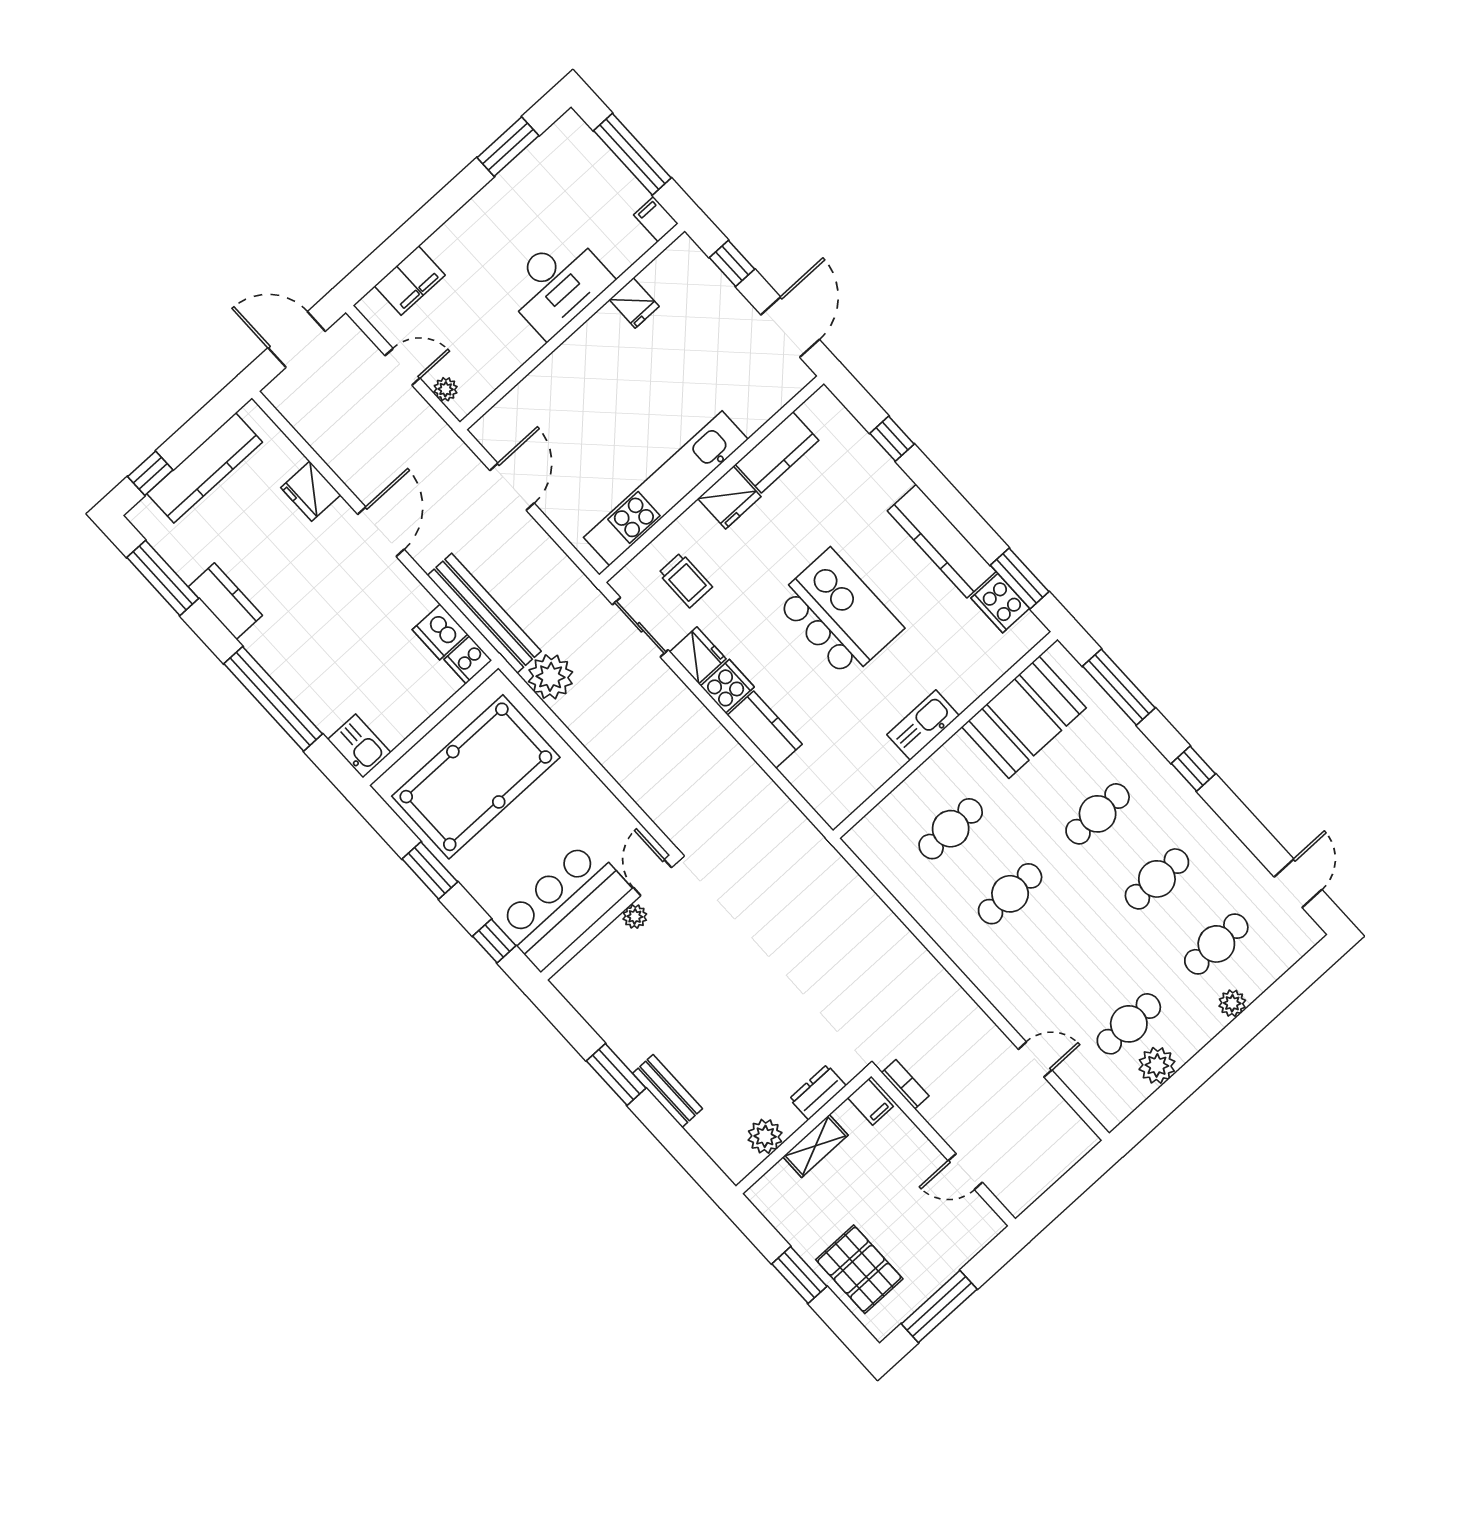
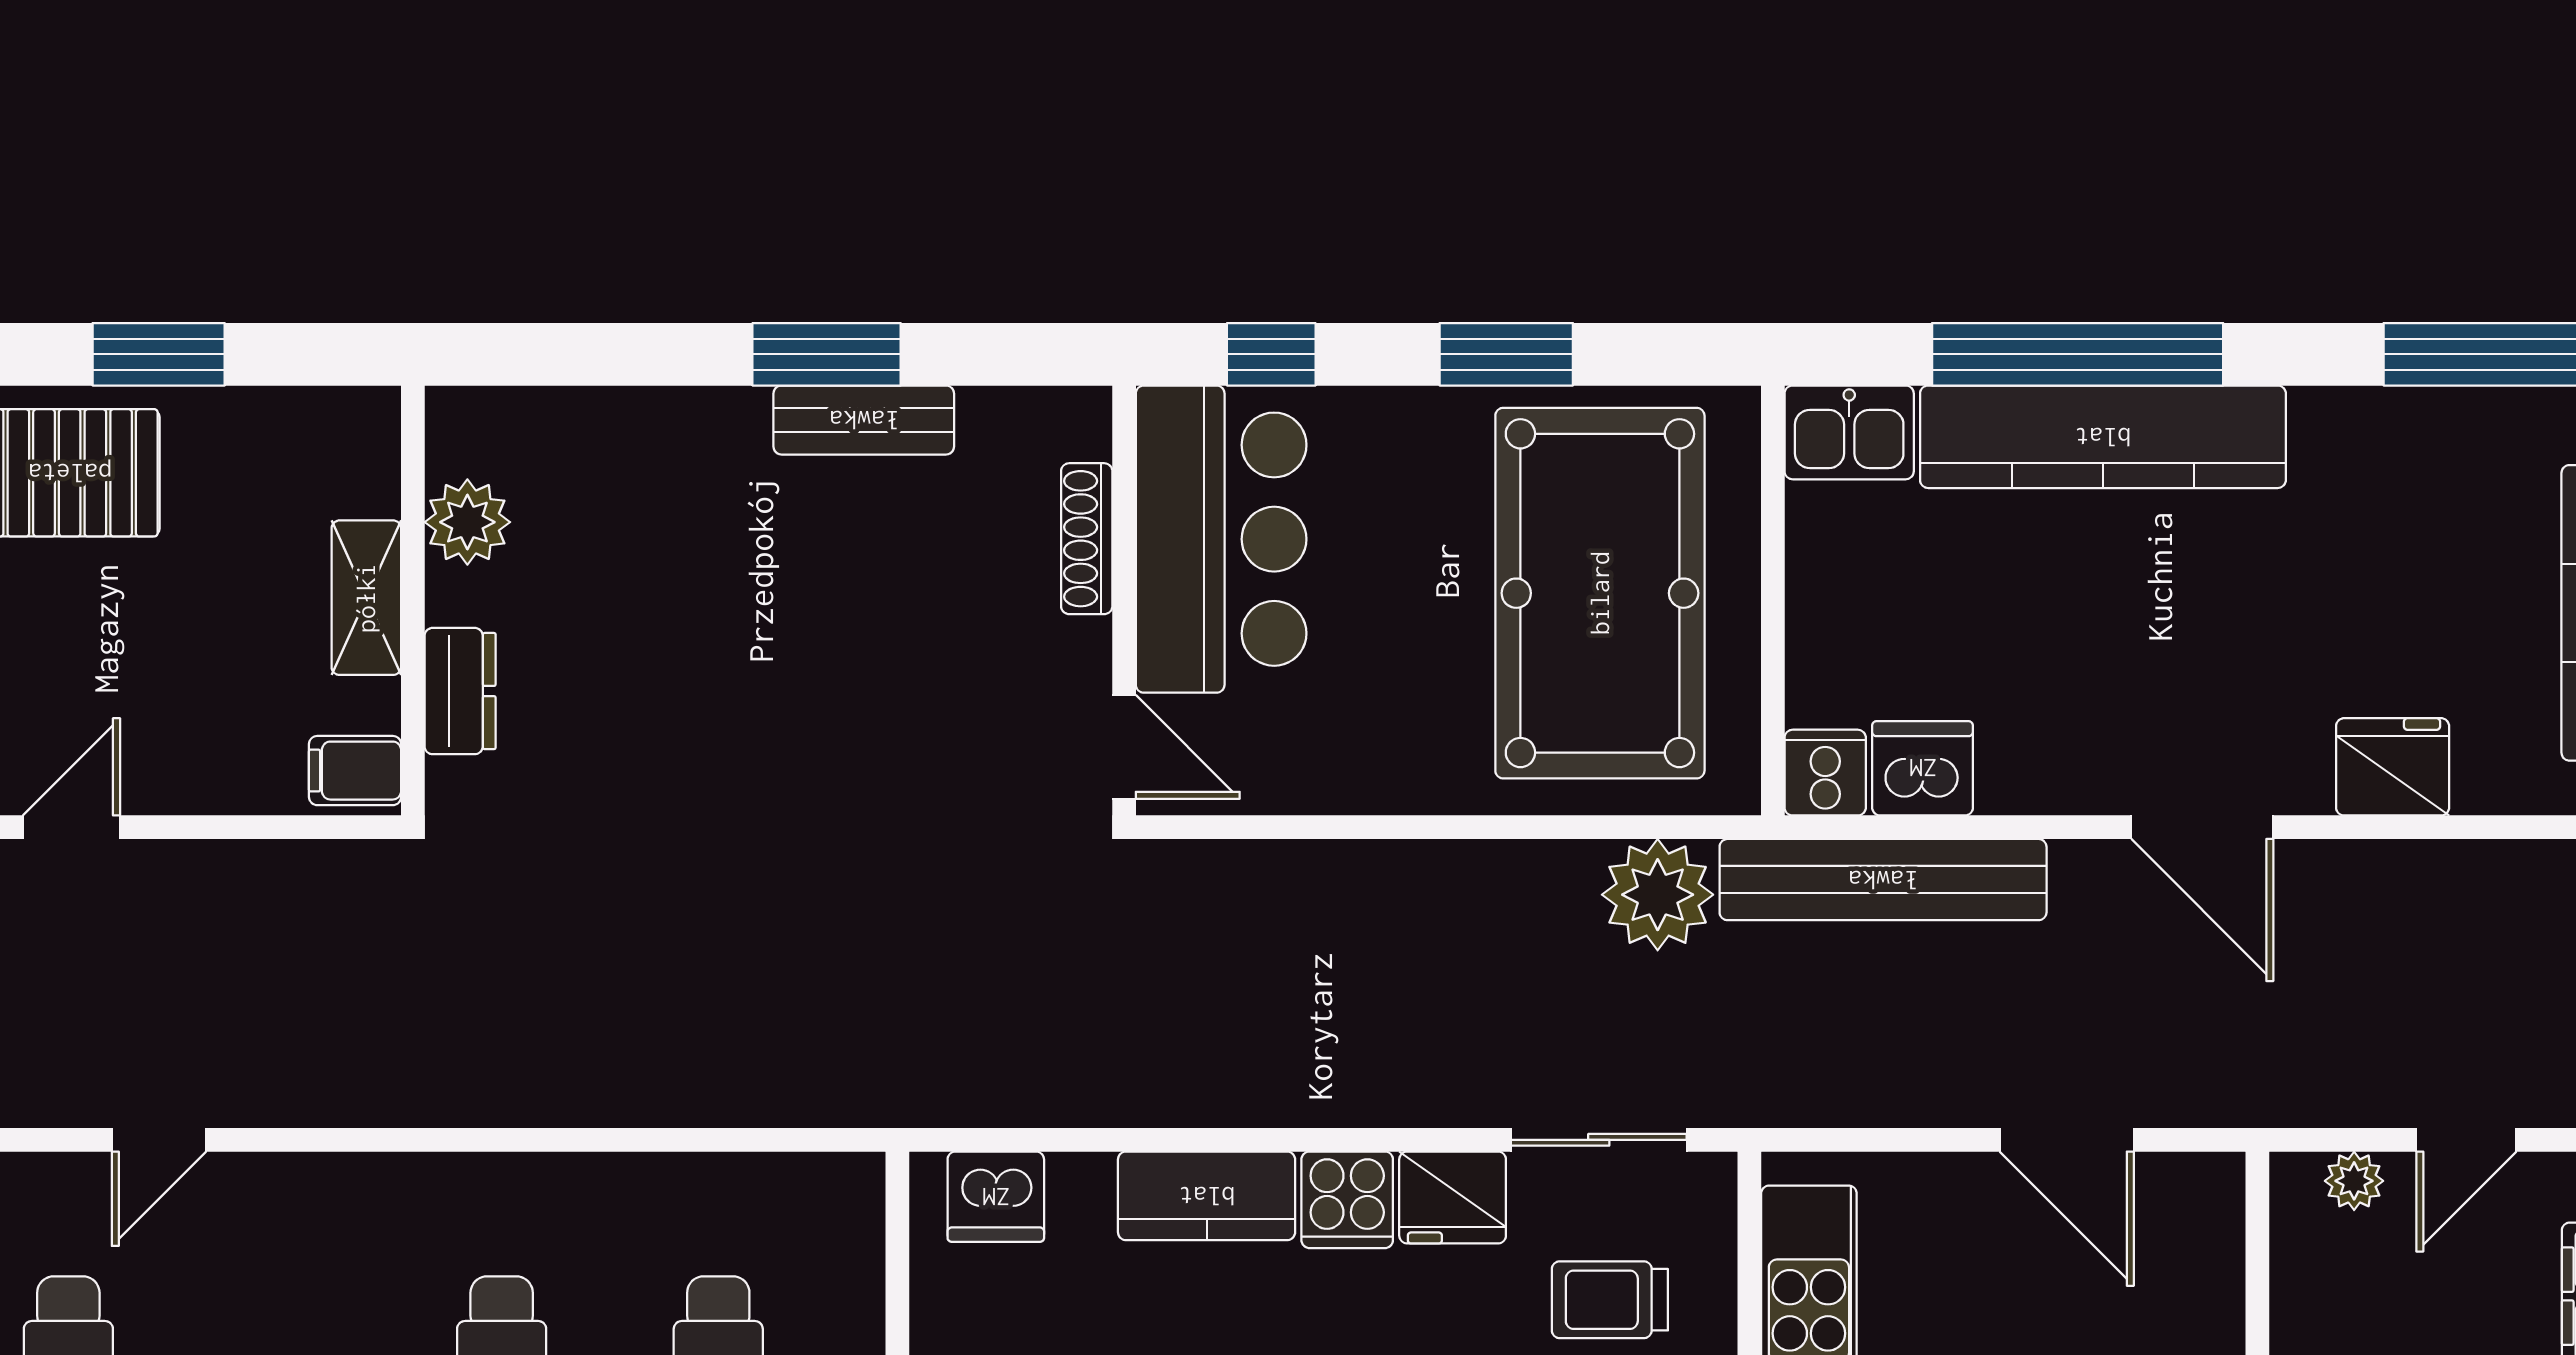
kitchen counter: (225, 601) -> (2103, 437), moved, width x2.08, depth x1.17
dishwasher: (823, 793) -> (996, 1197), added
plant: (635, 916) -> (1083, 650), removed
shoe rack: (600, 946) -> (1087, 539), added
bookcase: (905, 1084) -> (329, 863), removed
bench: (667, 1091) -> (864, 420), moved

